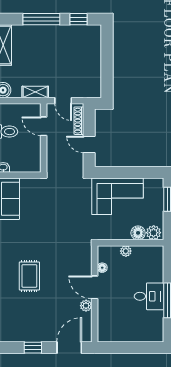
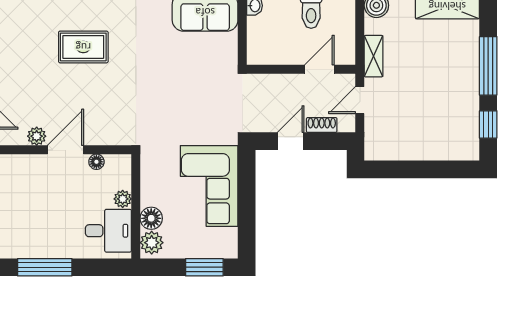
shoe rack: (79, 121) -> (322, 125), width x0.70
desk: (149, 296) -> (108, 231), moved, turned -90

